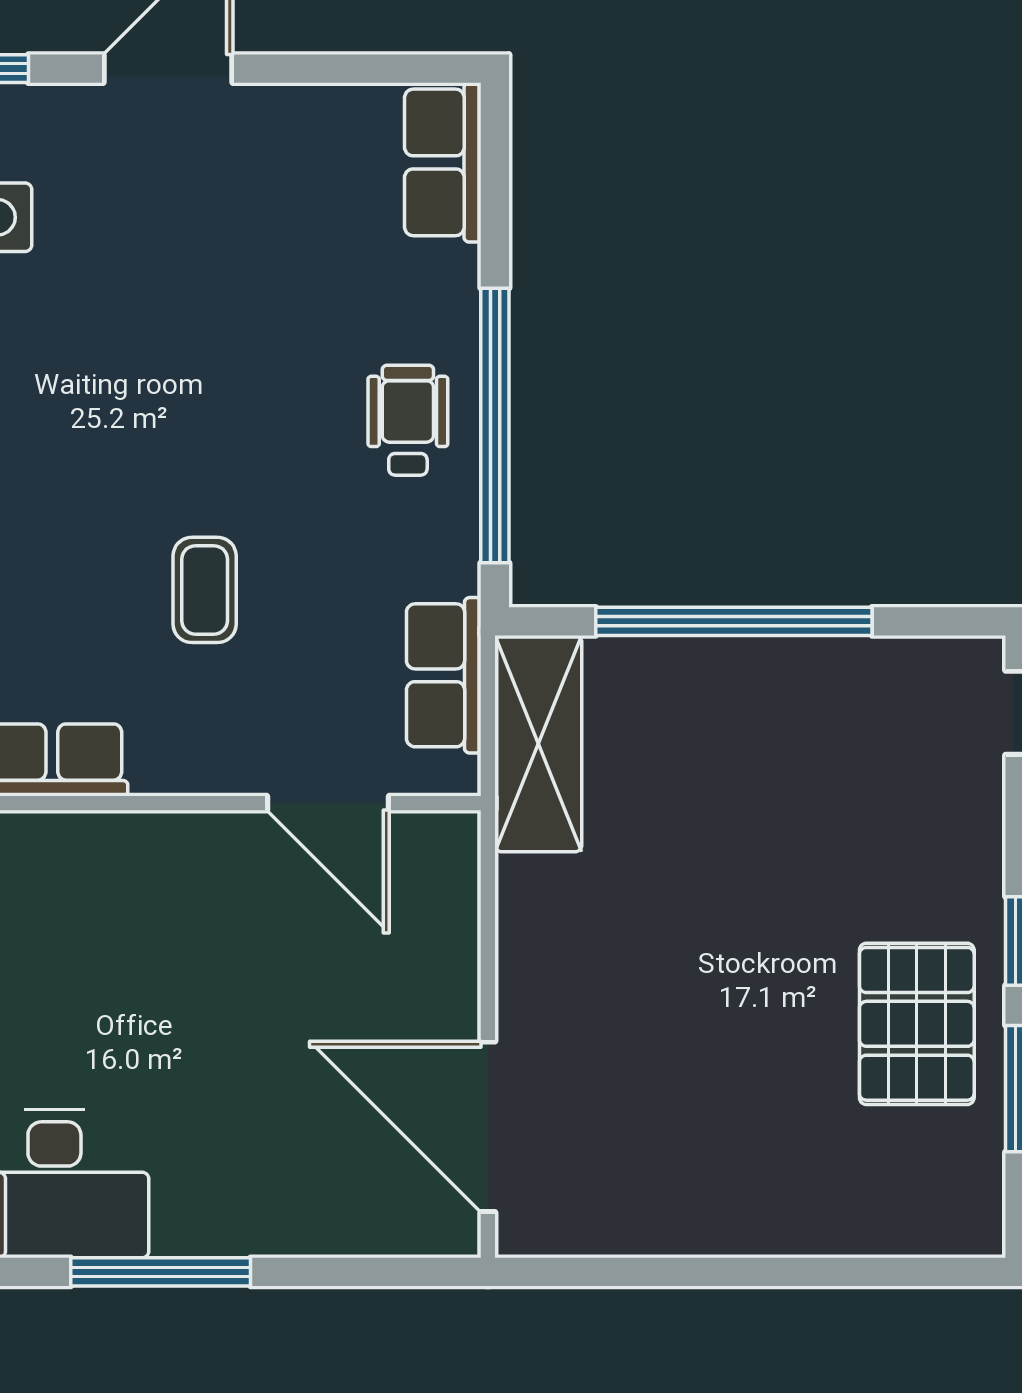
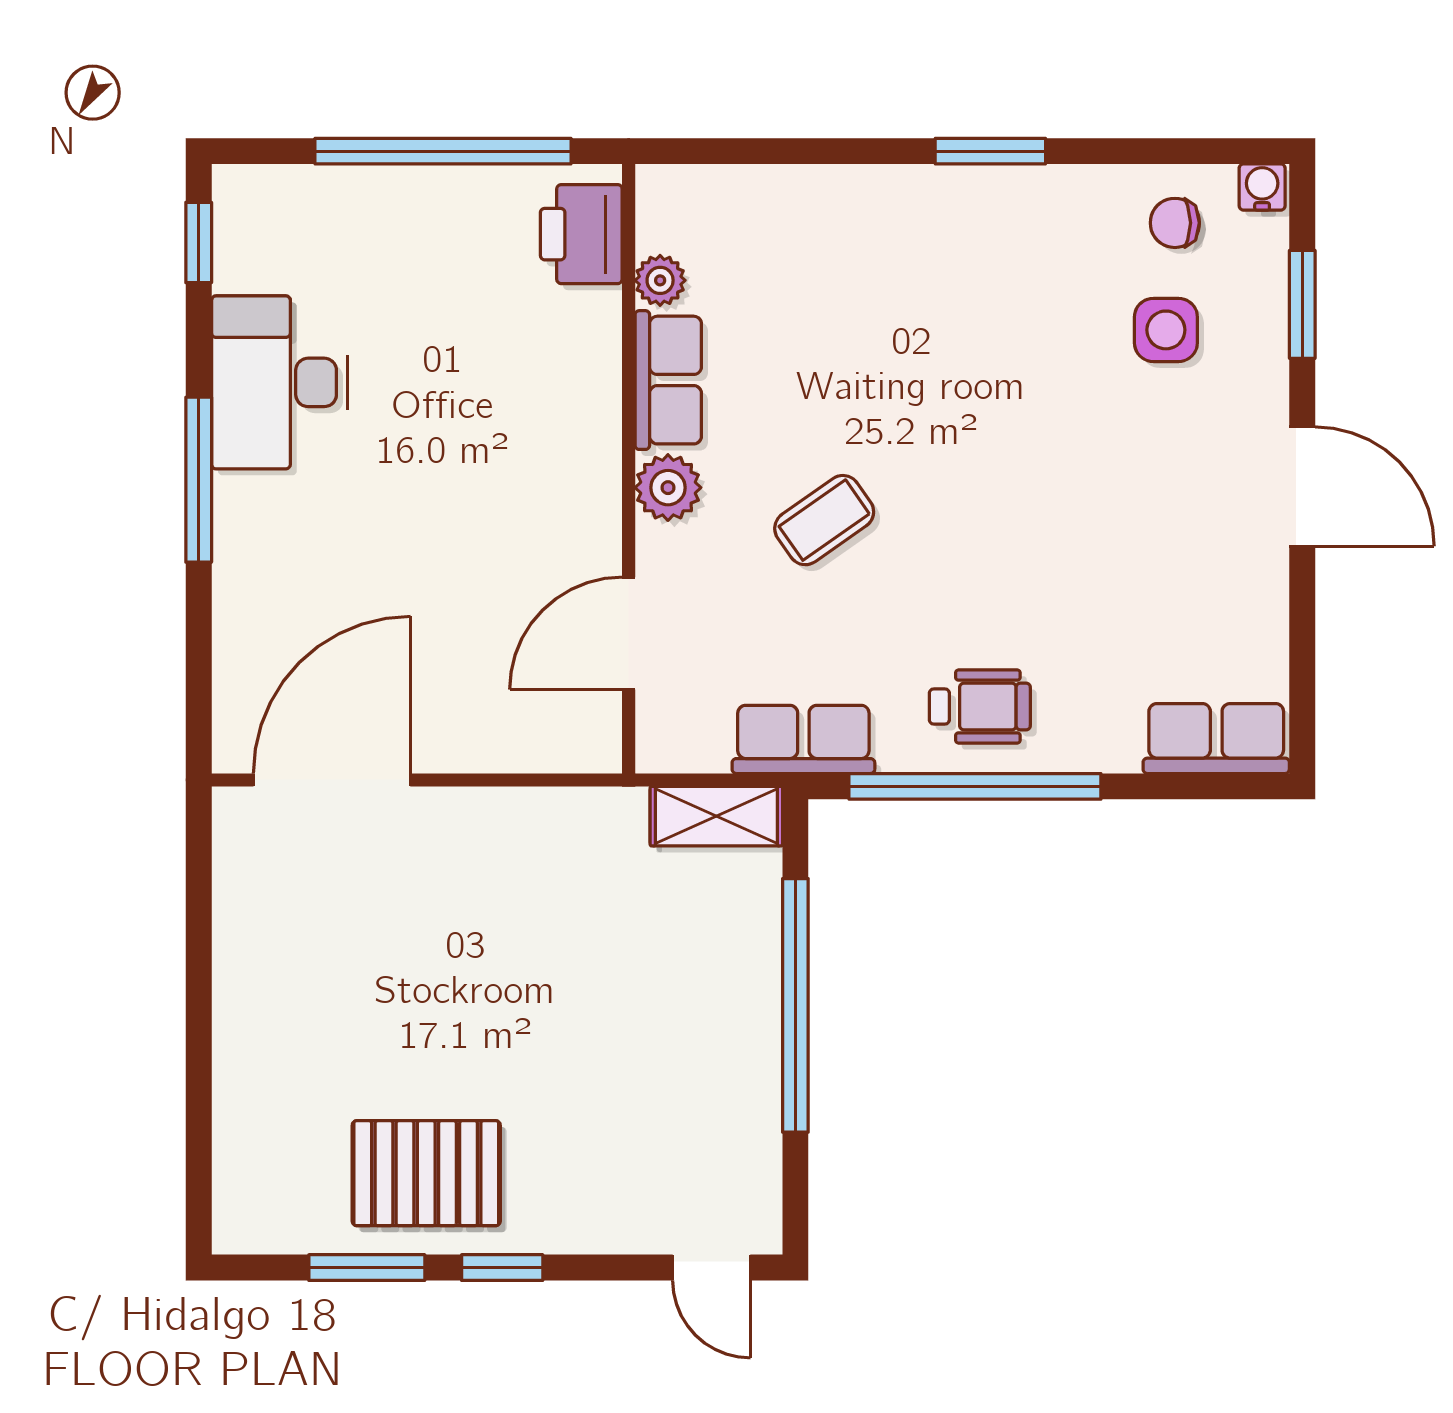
coffee table: (205, 590) -> (824, 520), turned -35
row of seats: (444, 675) -> (803, 739), moved
shelving: (538, 744) -> (716, 816), width x0.67, depth x0.75
plant: (169, 760) -> (668, 488), added

